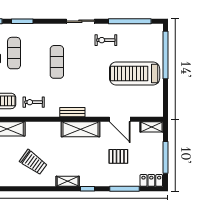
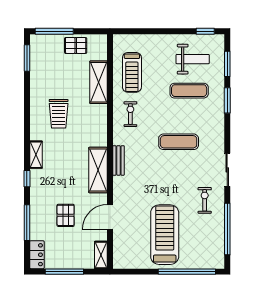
trolley: (33, 162) -> (59, 114), turned -36

